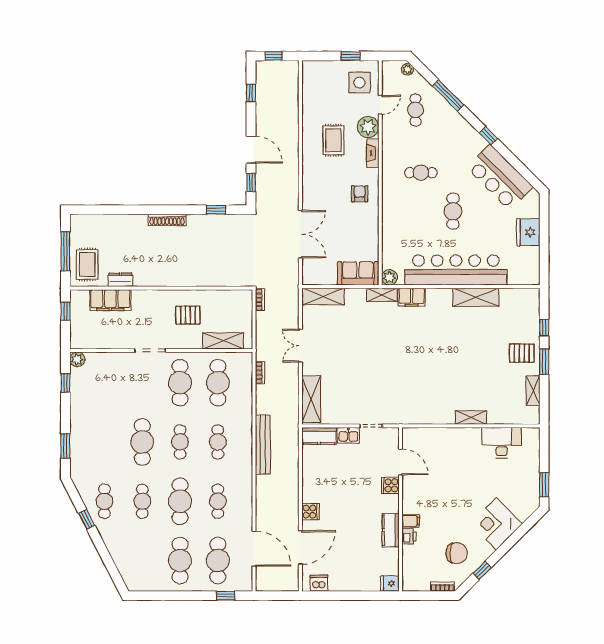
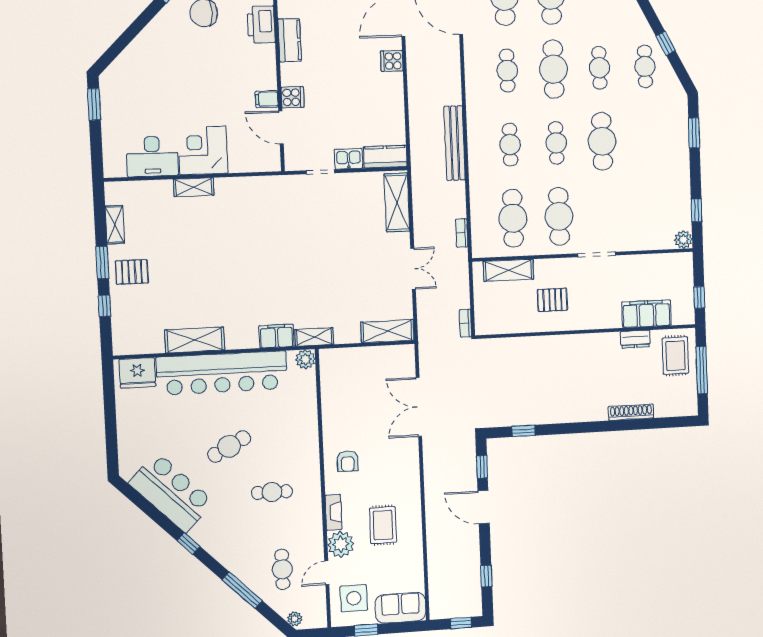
cafe table: (453, 211) -> (229, 446), turned 62
shoe rack: (167, 220) -> (631, 412), moved
fridge: (528, 232) -> (137, 373), moved, turned 90
sofa: (358, 273) -> (400, 608), moved, turned 180
filing cabinet: (411, 521) -> (267, 99), moved
corner desk: (496, 524) -> (203, 151), moved, turned -135
printer: (409, 536) -> (261, 24), width x1.87, depth x1.48

